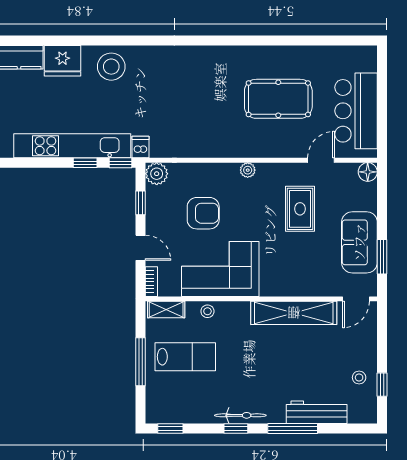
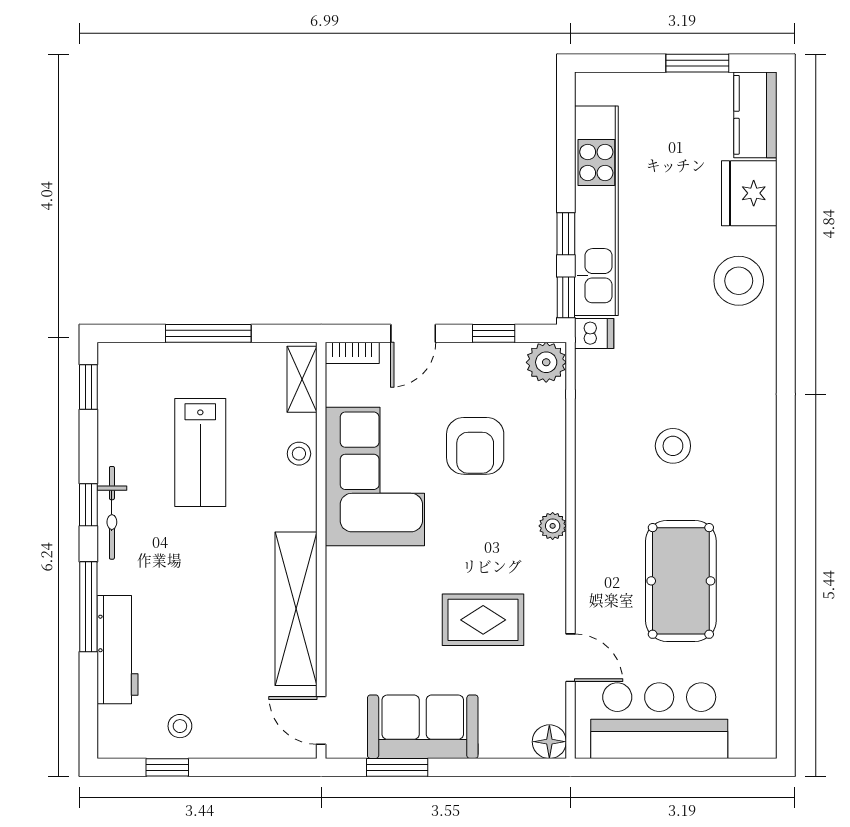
stool: (203, 103) -> (673, 446), added
lab bench: (185, 357) -> (200, 452), moved

